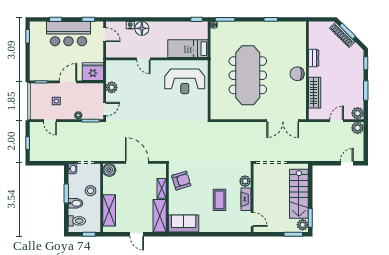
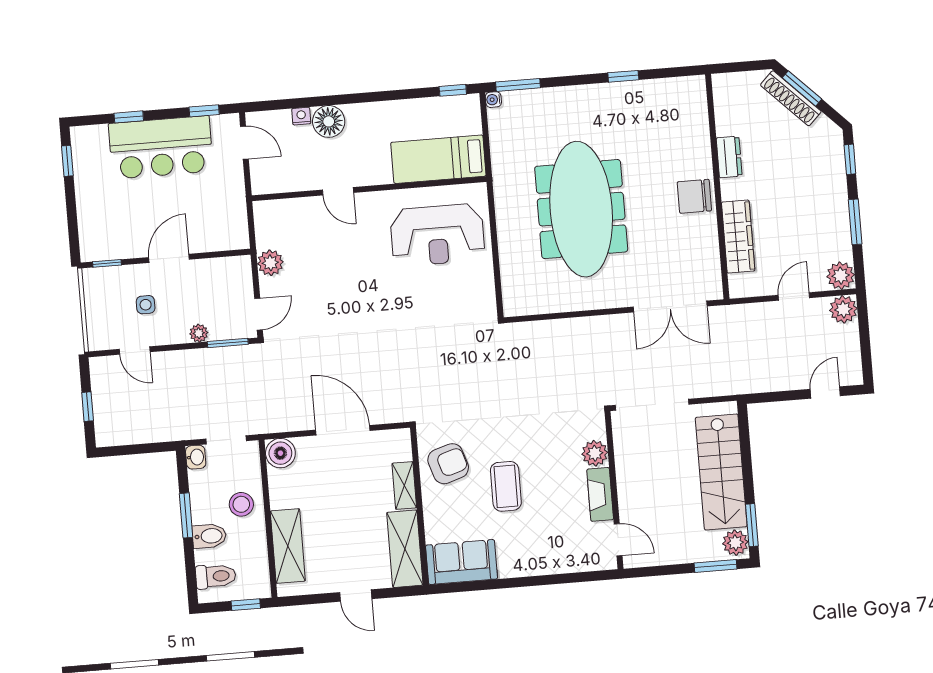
fridge: (93, 72) -> (224, 230), removed
coffee table: (219, 200) -> (506, 486), moved

